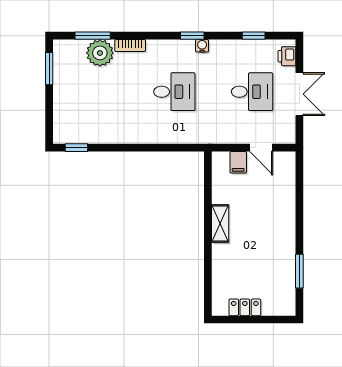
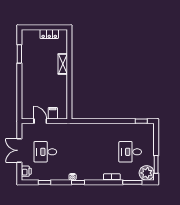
plant: (100, 53) -> (147, 173), moved
desk: (174, 92) -> (130, 152), moved
shelving: (220, 223) -> (63, 64), moved

